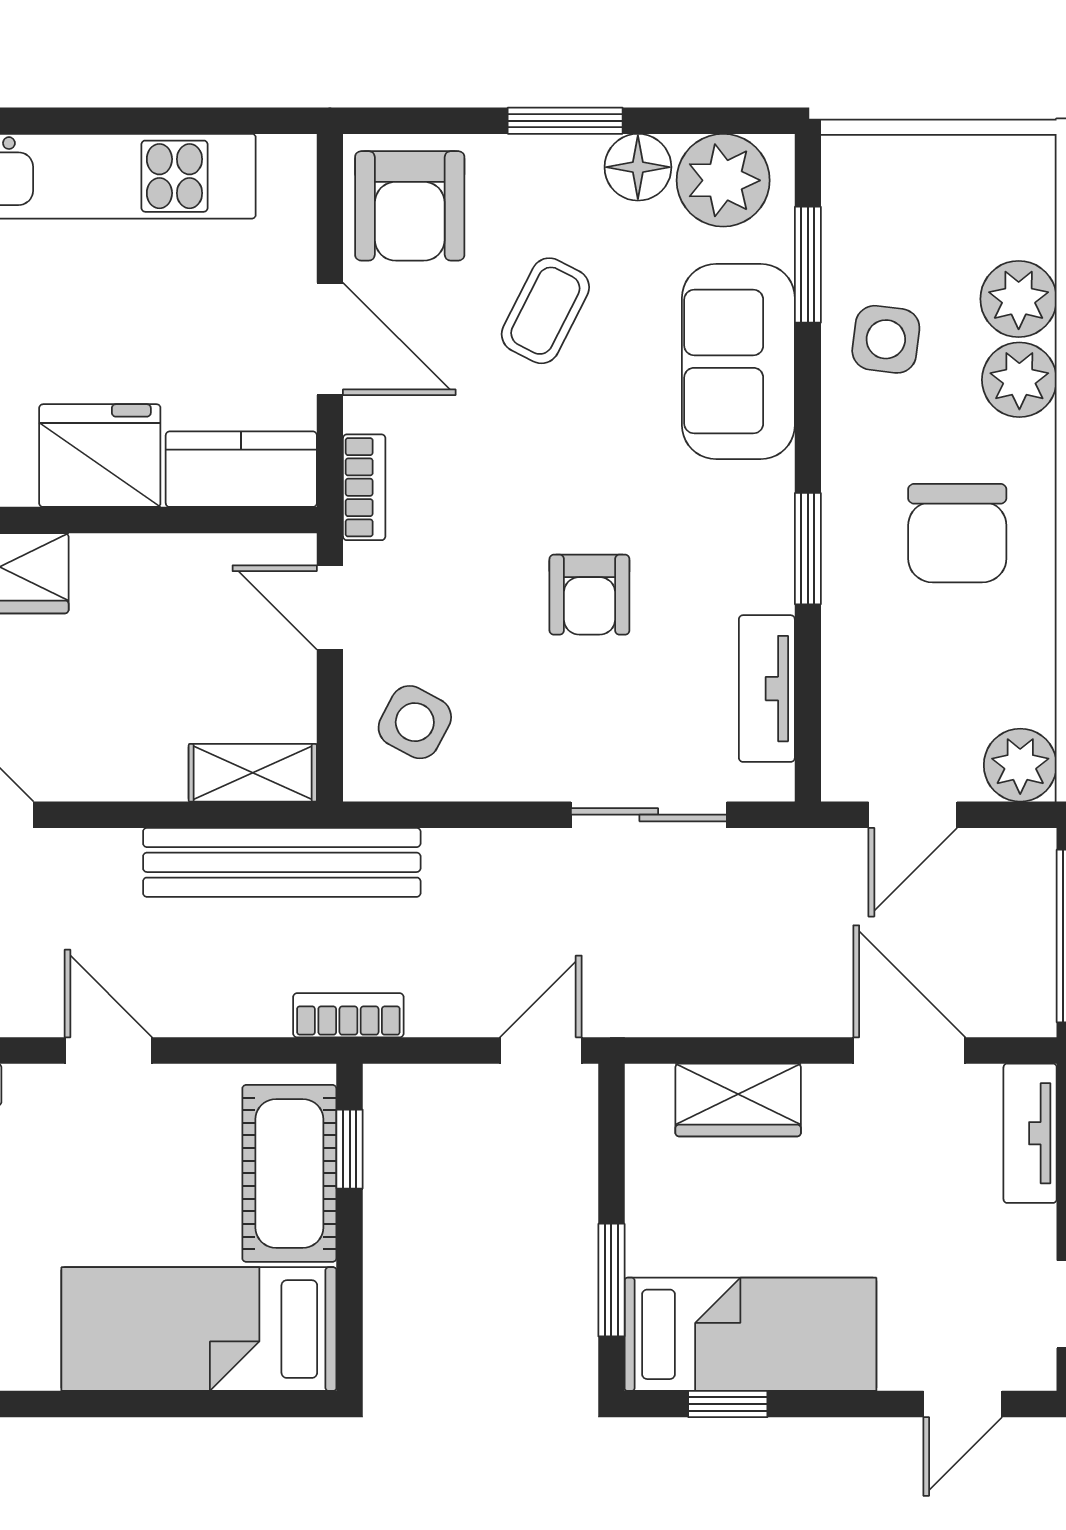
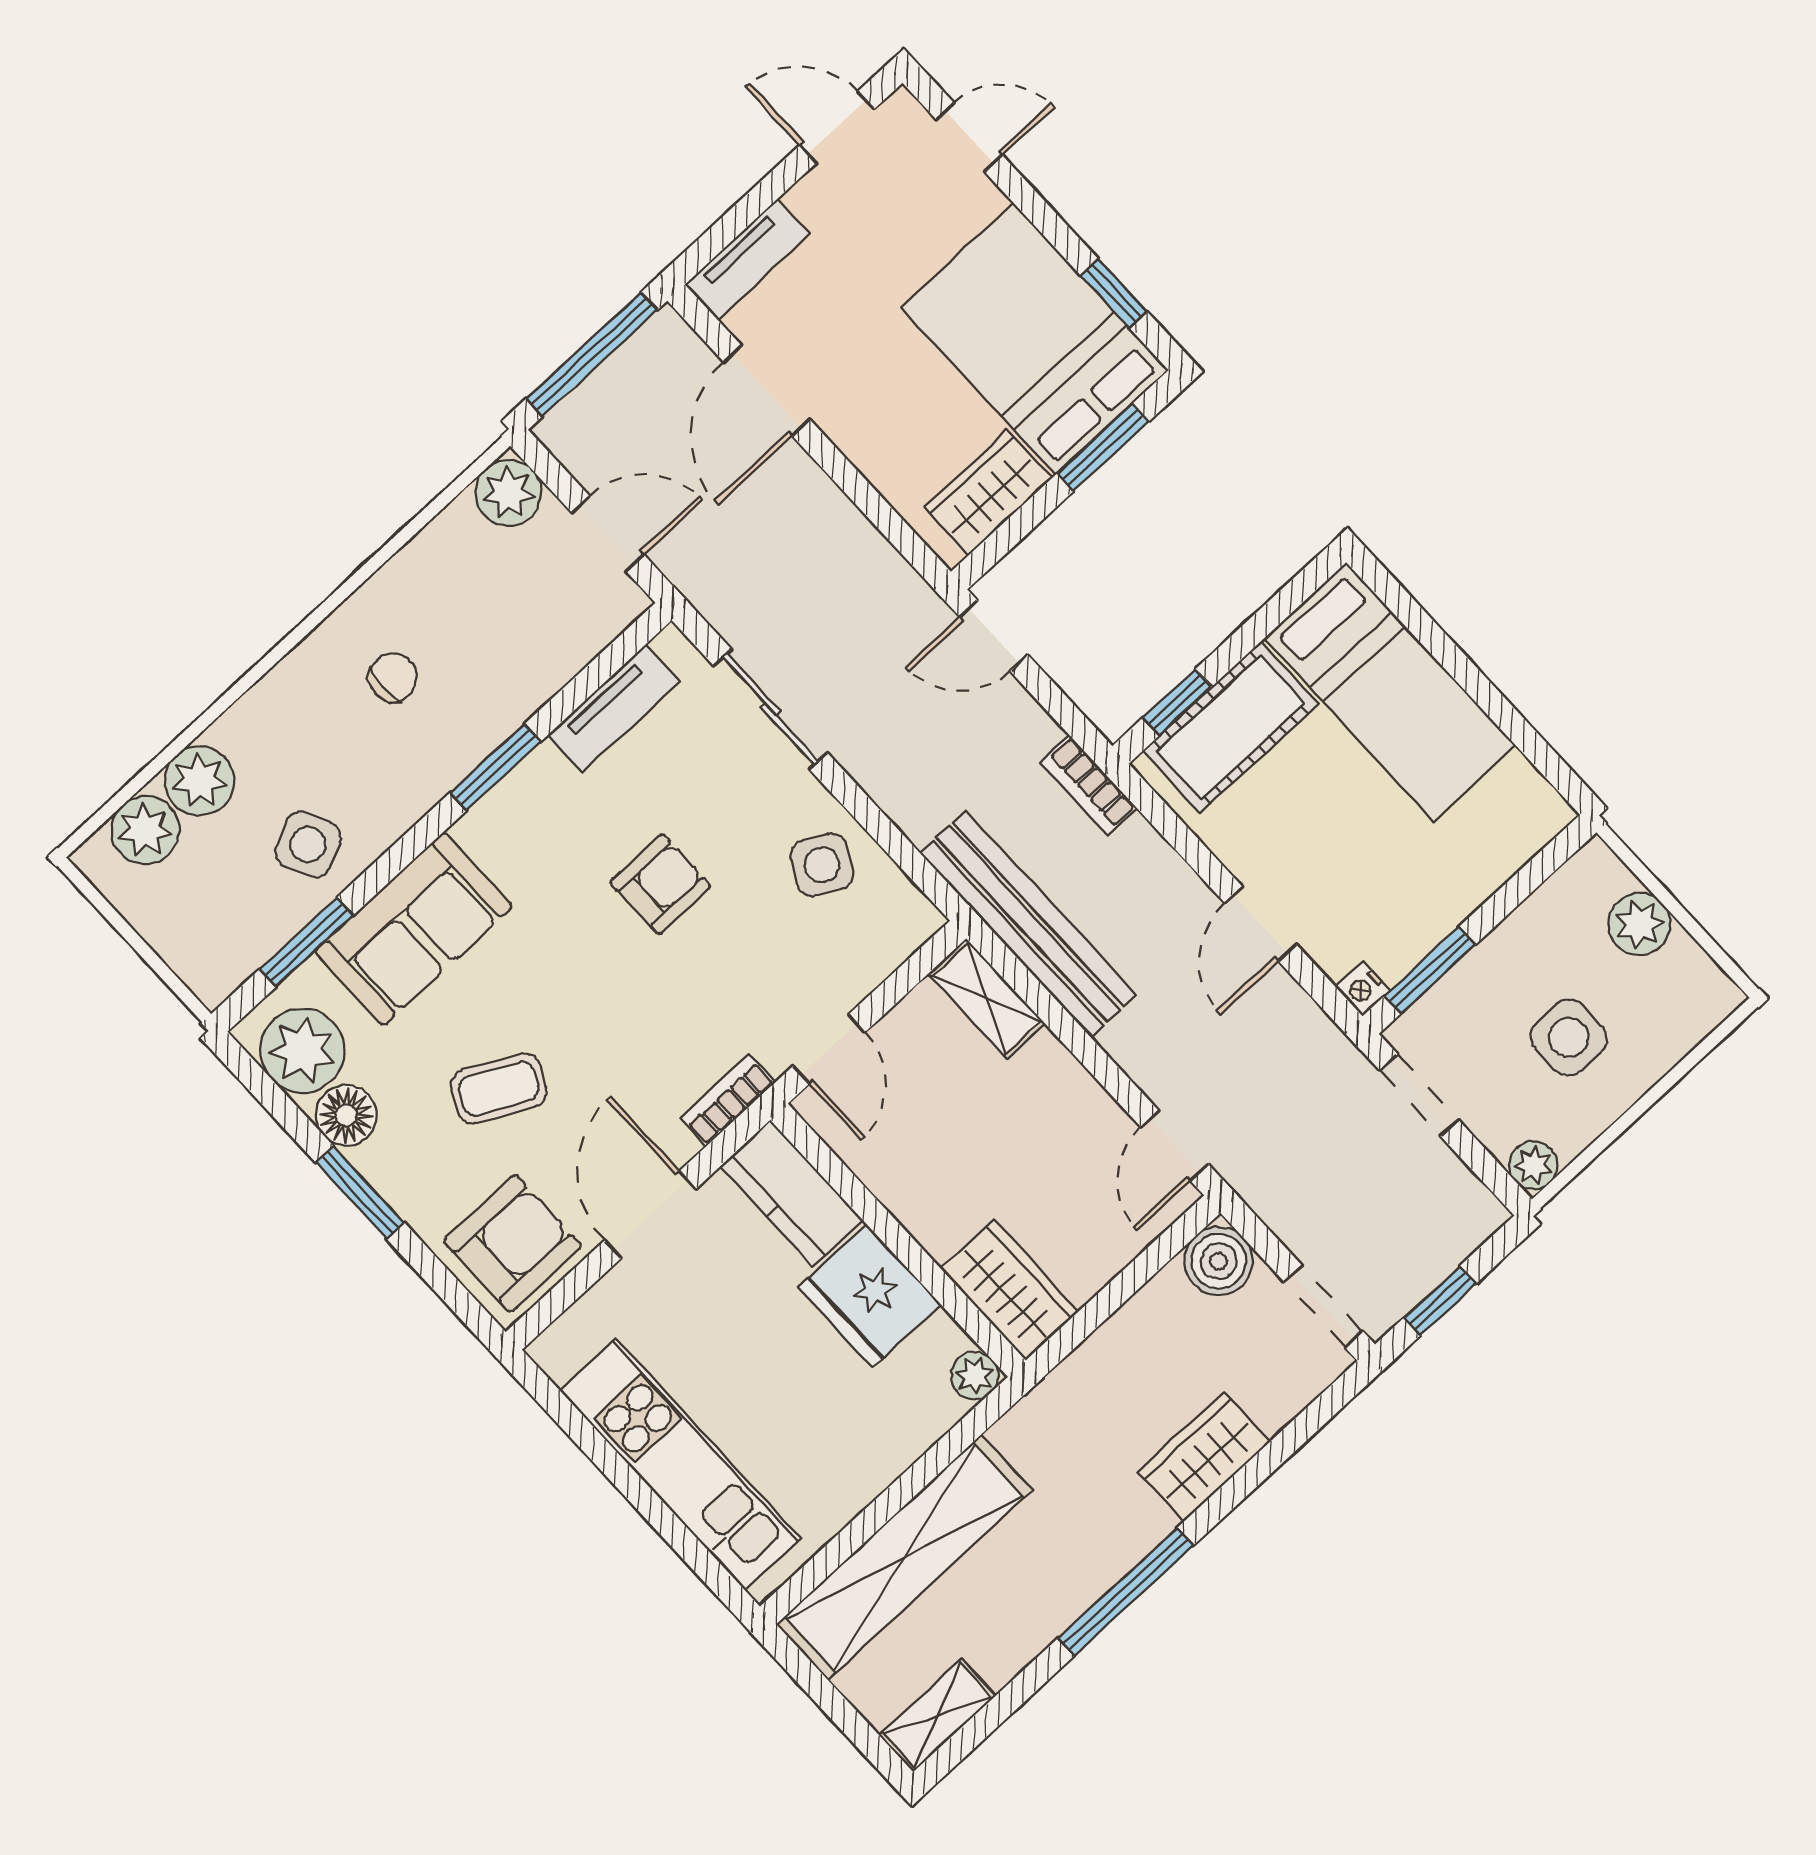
side table: (886, 339) -> (308, 844), turned -33
plant: (1019, 380) -> (145, 830), moved
chair: (957, 533) -> (393, 677), width x0.54, depth x0.54
side table: (415, 722) -> (822, 865), moved
wardrobe: (738, 1100) -> (988, 493), moved, turned -90
bed: (750, 1334) -> (1035, 339), width x1.50

